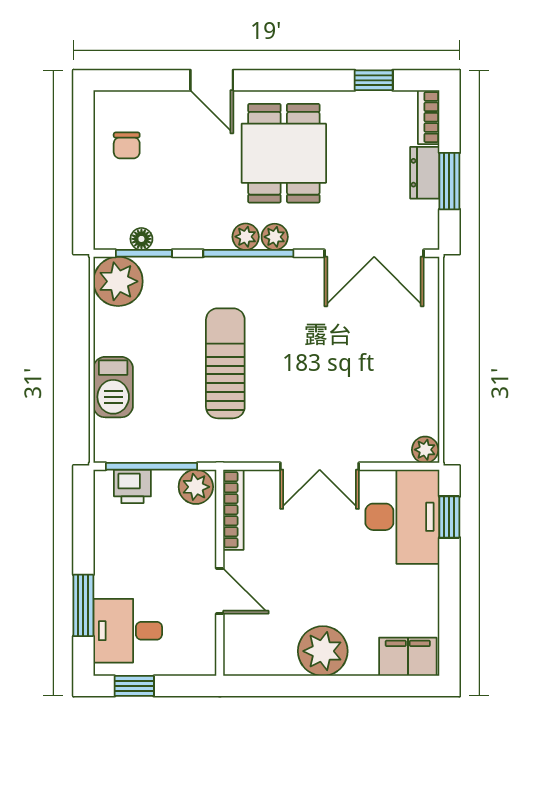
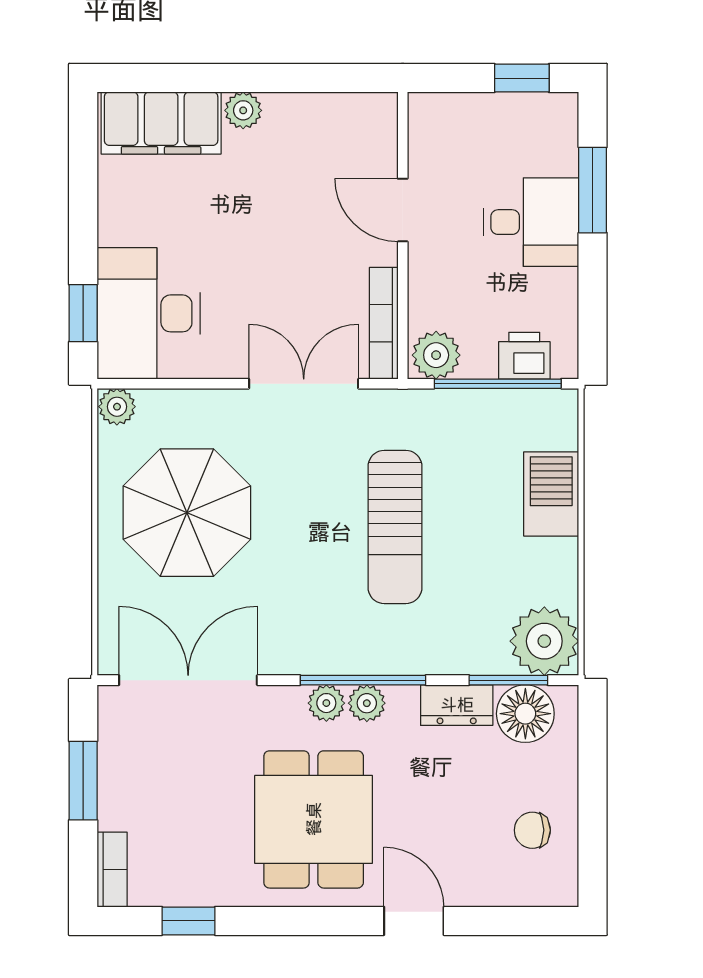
chair: (127, 145) -> (532, 830), turned -90
dresser: (425, 173) -> (457, 705), moved, turned 90
floor lamp: (141, 239) -> (525, 714), width x1.89, depth x1.89
parasol: (375, 374) -> (187, 513), added
double door: (320, 466) -> (304, 384), moved
desk: (128, 631) -> (531, 222), moved
plant: (323, 651) -> (243, 110), width x0.53, depth x0.53
filing cabinet: (408, 657) -> (161, 123), width x1.50, depth x1.17

